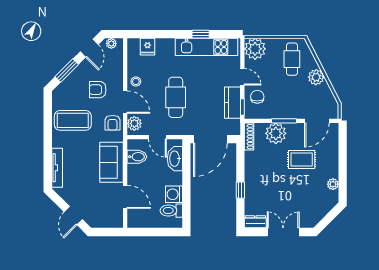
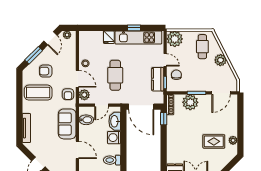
fridge: (148, 47) -> (109, 37), moved
armchair: (98, 90) -> (46, 71), moved
door: (157, 137) -> (102, 105), hinge flipped
door: (210, 139) -> (141, 107), hinge flipped
rug: (302, 160) -> (214, 141), moved
window: (240, 190) -> (164, 119), moved
washing machine: (174, 194) -> (114, 138), moved

